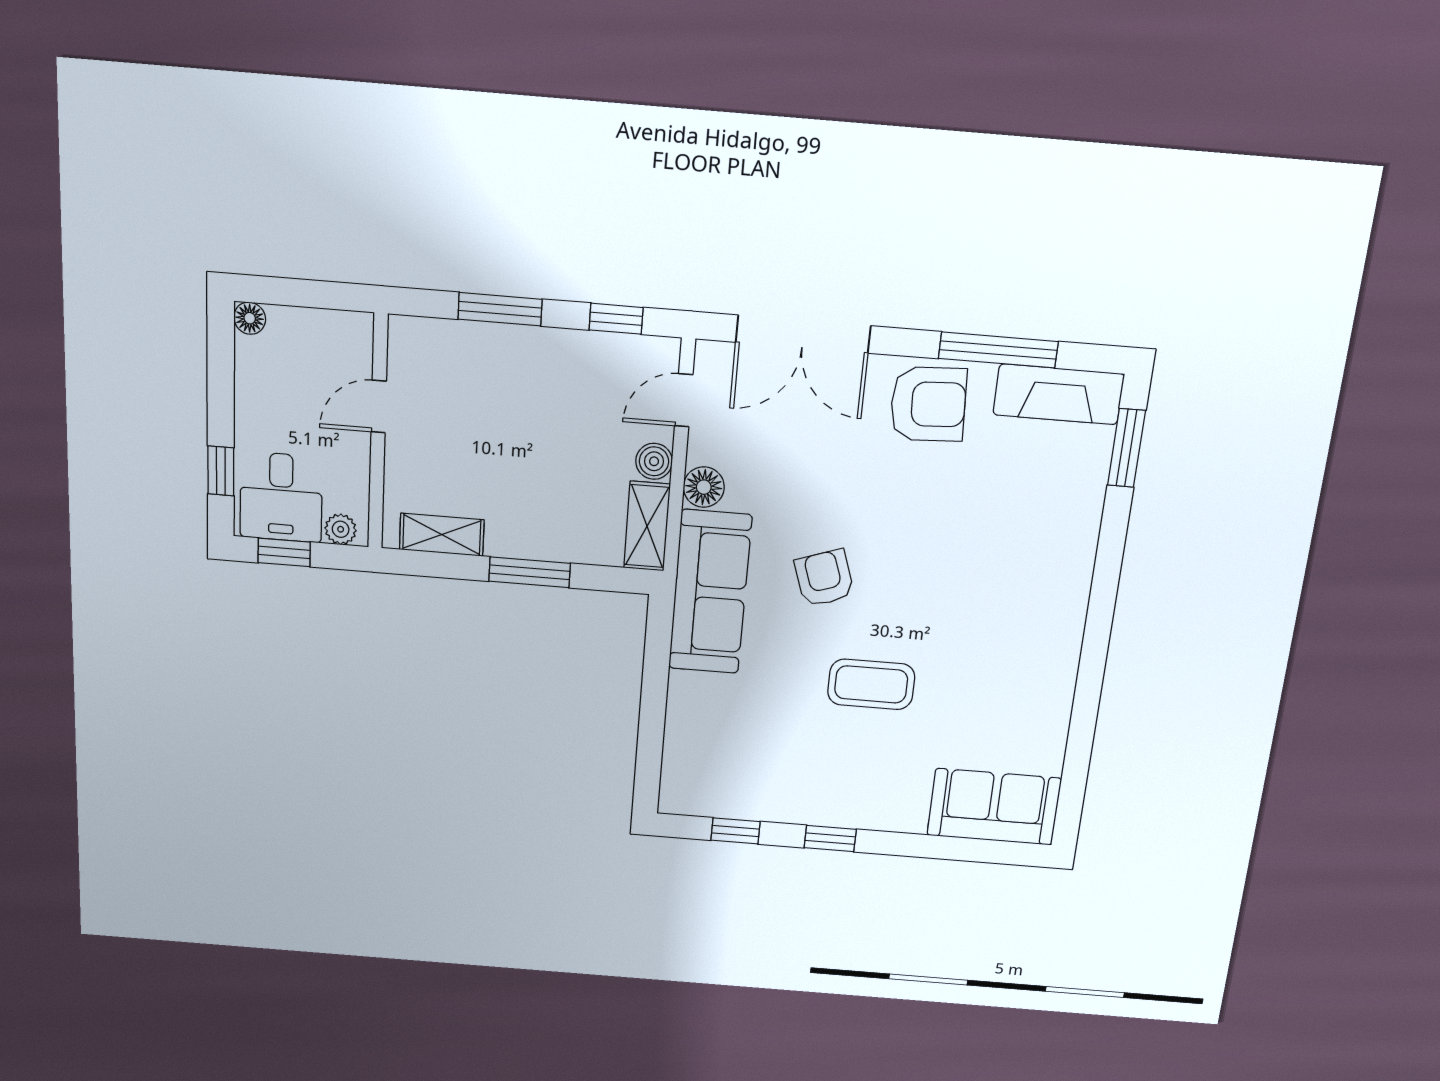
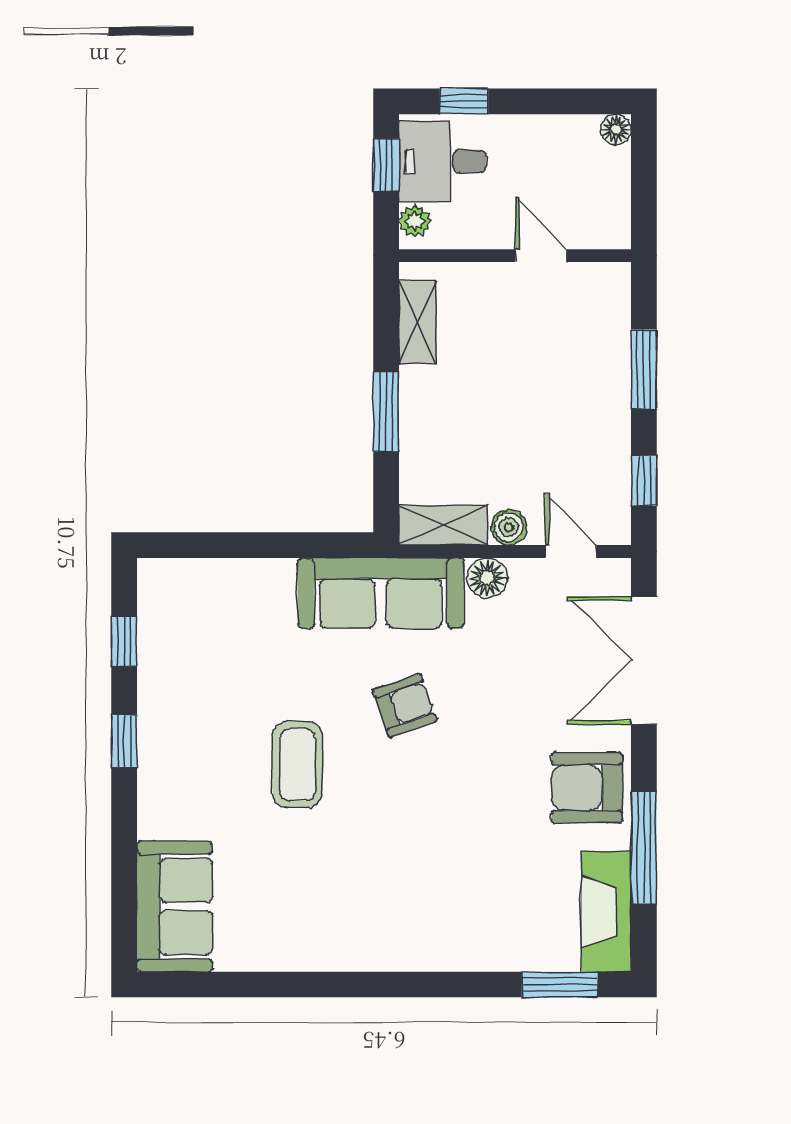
armchair: (928, 404) -> (587, 788), turned 93

